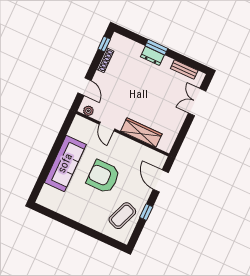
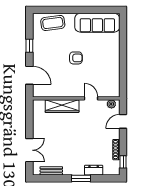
dresser: (152, 56) -> (94, 170), moved
door: (84, 87) -> (123, 121), hinge flipped
sofa: (65, 163) -> (97, 23), moved, turned -90
armchair: (103, 177) -> (76, 58), width x0.53, depth x0.53
coffee table: (122, 216) -> (53, 23), moved, turned 61

